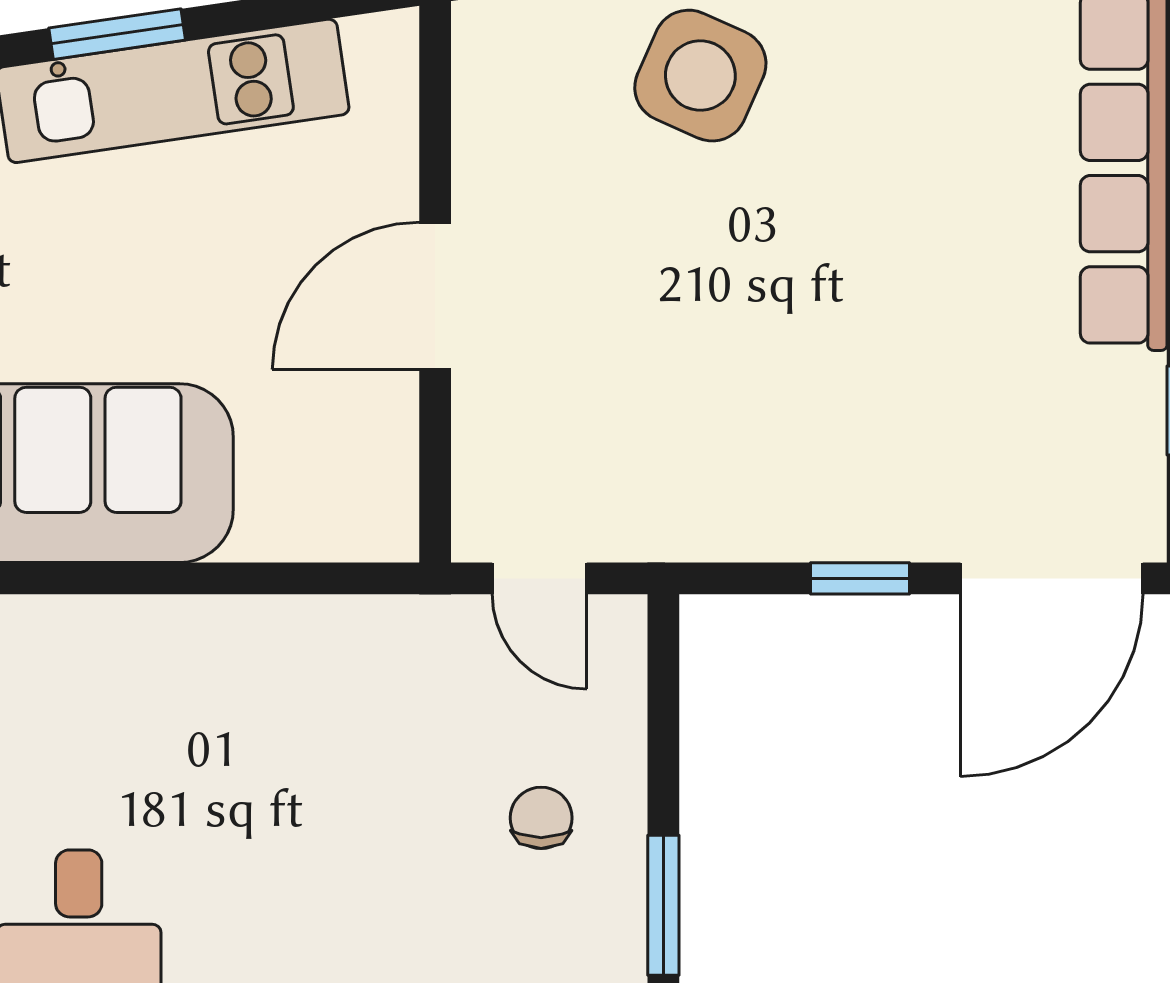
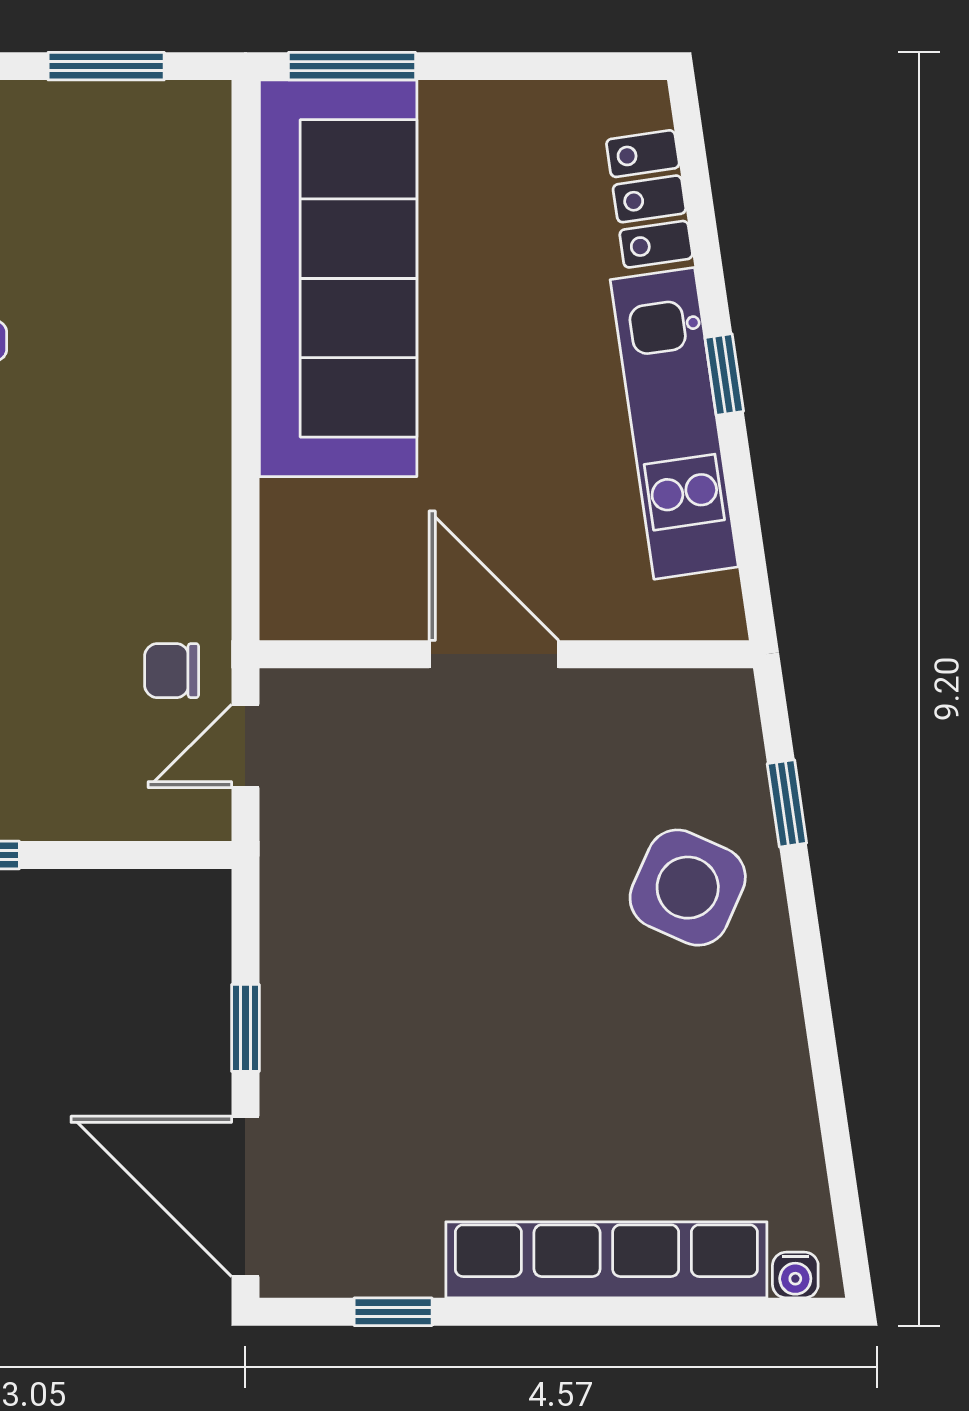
window: (117, 34) -> (724, 375), width x0.67
chair: (541, 818) -> (172, 671), moved, turned 180

